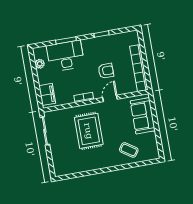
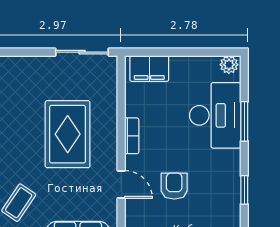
plant: (40, 64) -> (229, 65), moved
armchair: (106, 71) -> (174, 186), turned 180
rug: (89, 131) -> (68, 134), turned 90

